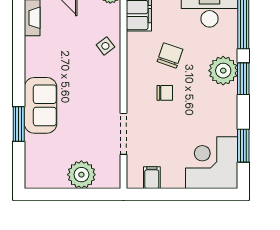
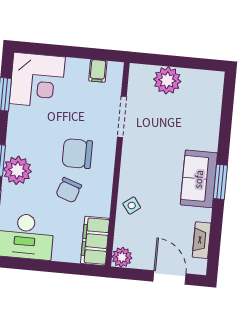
chair: (165, 93) -> (77, 154), width x1.87, depth x1.87
sofa: (41, 105) -> (199, 179), moved
window: (19, 124) -> (220, 182), moved

